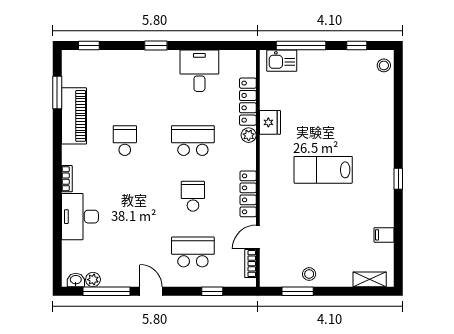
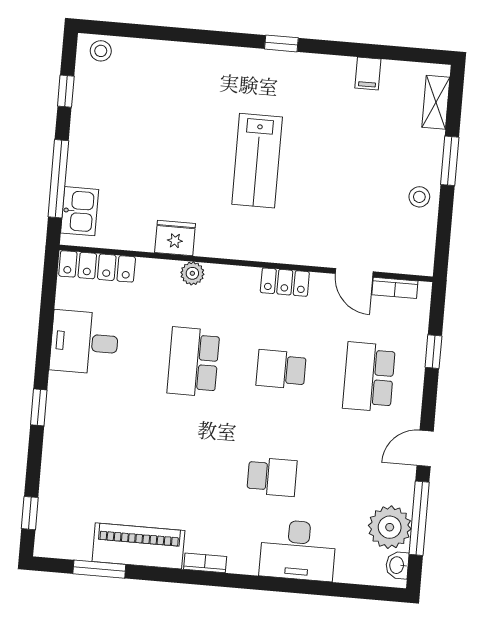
locker: (248, 102) -> (97, 266), moved
school desk: (125, 141) -> (272, 477), moved, turned 180
bookcase: (67, 179) -> (205, 563), moved
locker: (248, 194) -> (285, 282), width x0.66
plant: (93, 280) -> (390, 527), width x1.87, depth x1.87
window: (298, 291) -> (450, 161), moved

